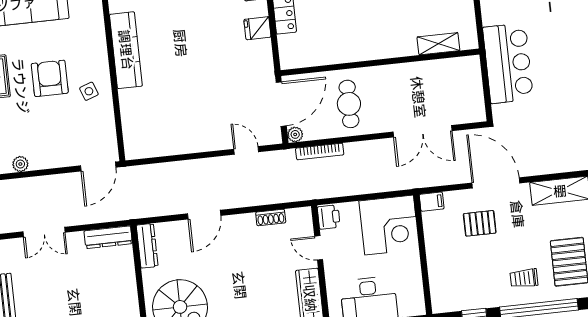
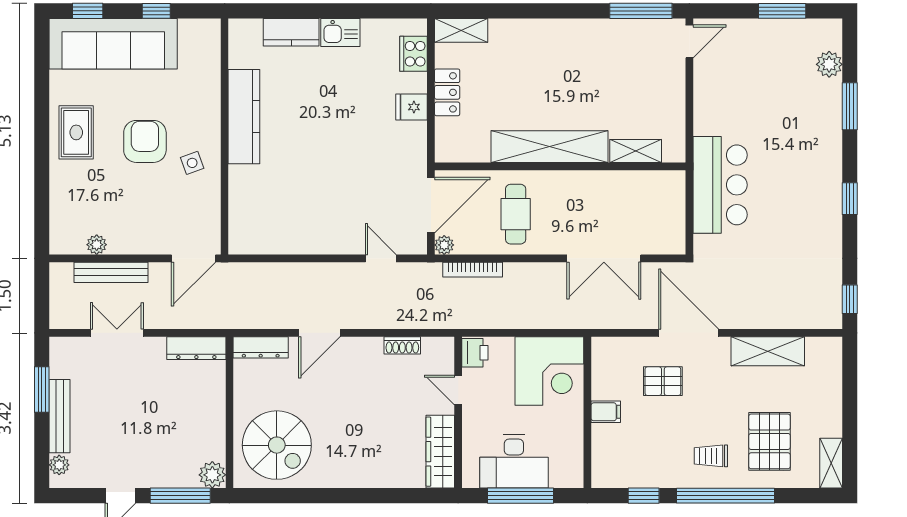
shelving: (370, 48) -> (550, 147), added
bench: (34, 185) -> (111, 272), added
filing cabinet: (432, 202) -> (606, 412), moved
double door: (44, 232) -> (117, 333), swing flipped
dresser: (147, 246) -> (261, 347), moved, turned 90

